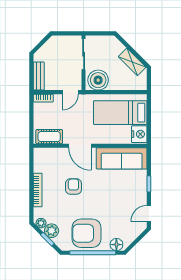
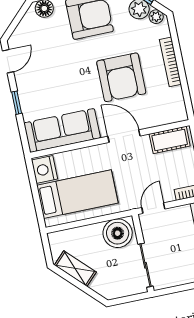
armchair: (73, 186) -> (121, 77), width x1.88, depth x1.88

